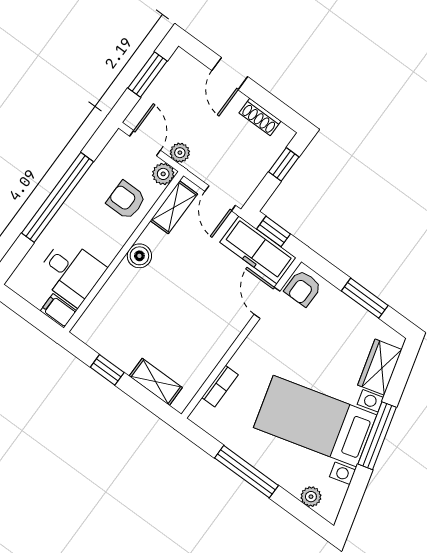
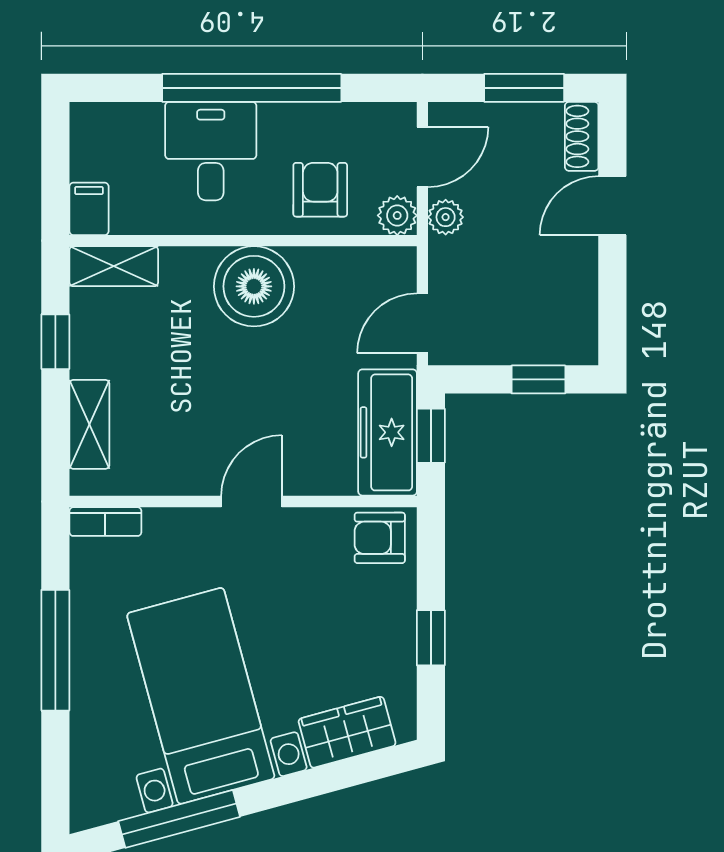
shoe rack: (260, 117) -> (582, 136), moved
shelving: (174, 207) -> (114, 266), moved
boiler: (139, 256) -> (254, 286), width x1.86, depth x1.86
desk: (71, 272) -> (211, 151), moved, turned 180
window: (365, 298) -> (431, 638), width x0.67
door: (267, 303) -> (252, 502), moved
bookcase: (220, 386) -> (105, 522), moved
window: (377, 436) -> (179, 819), moved
plant: (311, 497) -> (88, 770), removed

